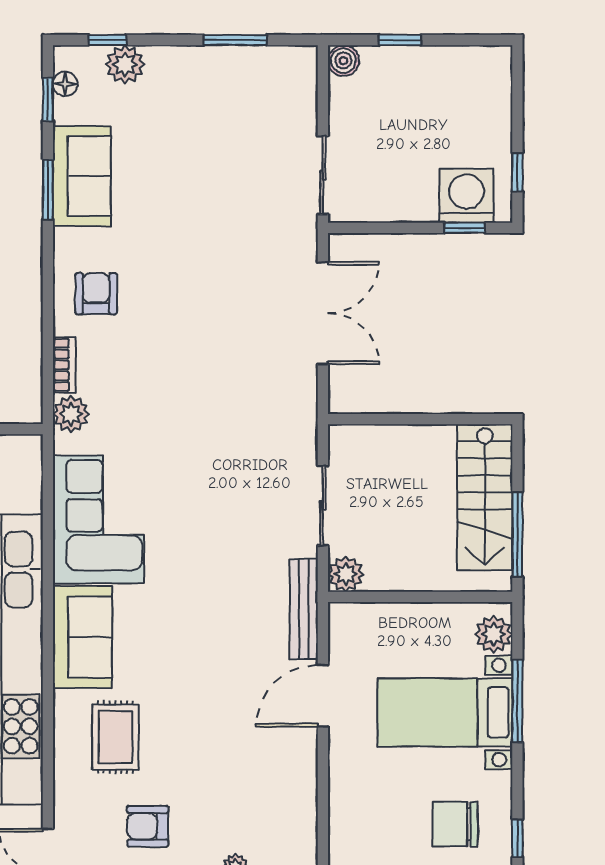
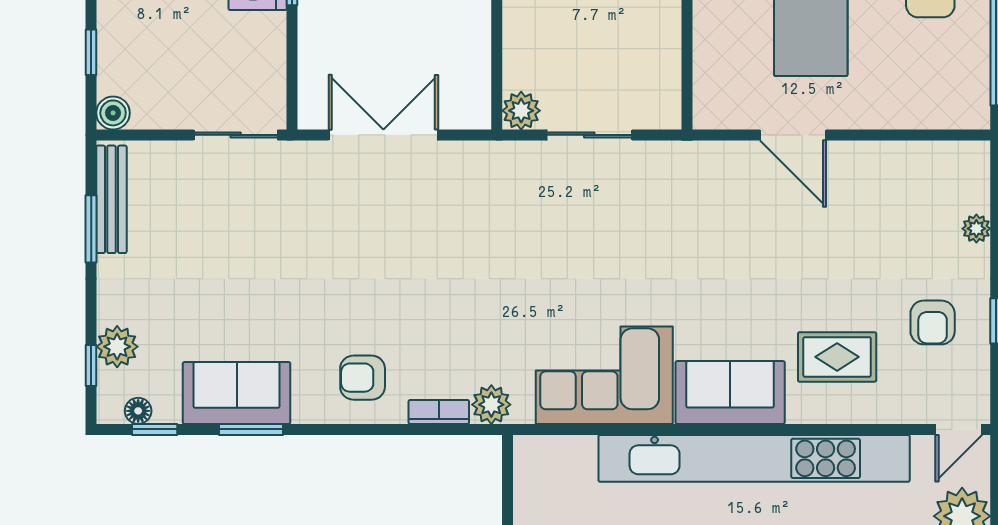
plant: (346, 574) -> (521, 111), moved
bench: (304, 609) -> (111, 199), moved, turned 90

